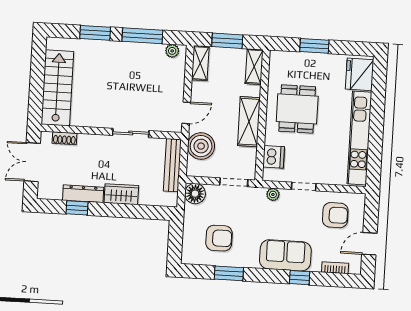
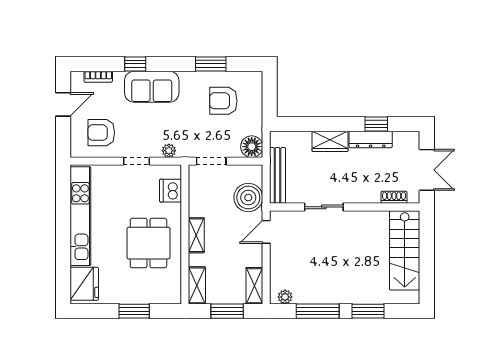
shelving: (249, 122) -> (196, 235), width x0.67, depth x0.75

